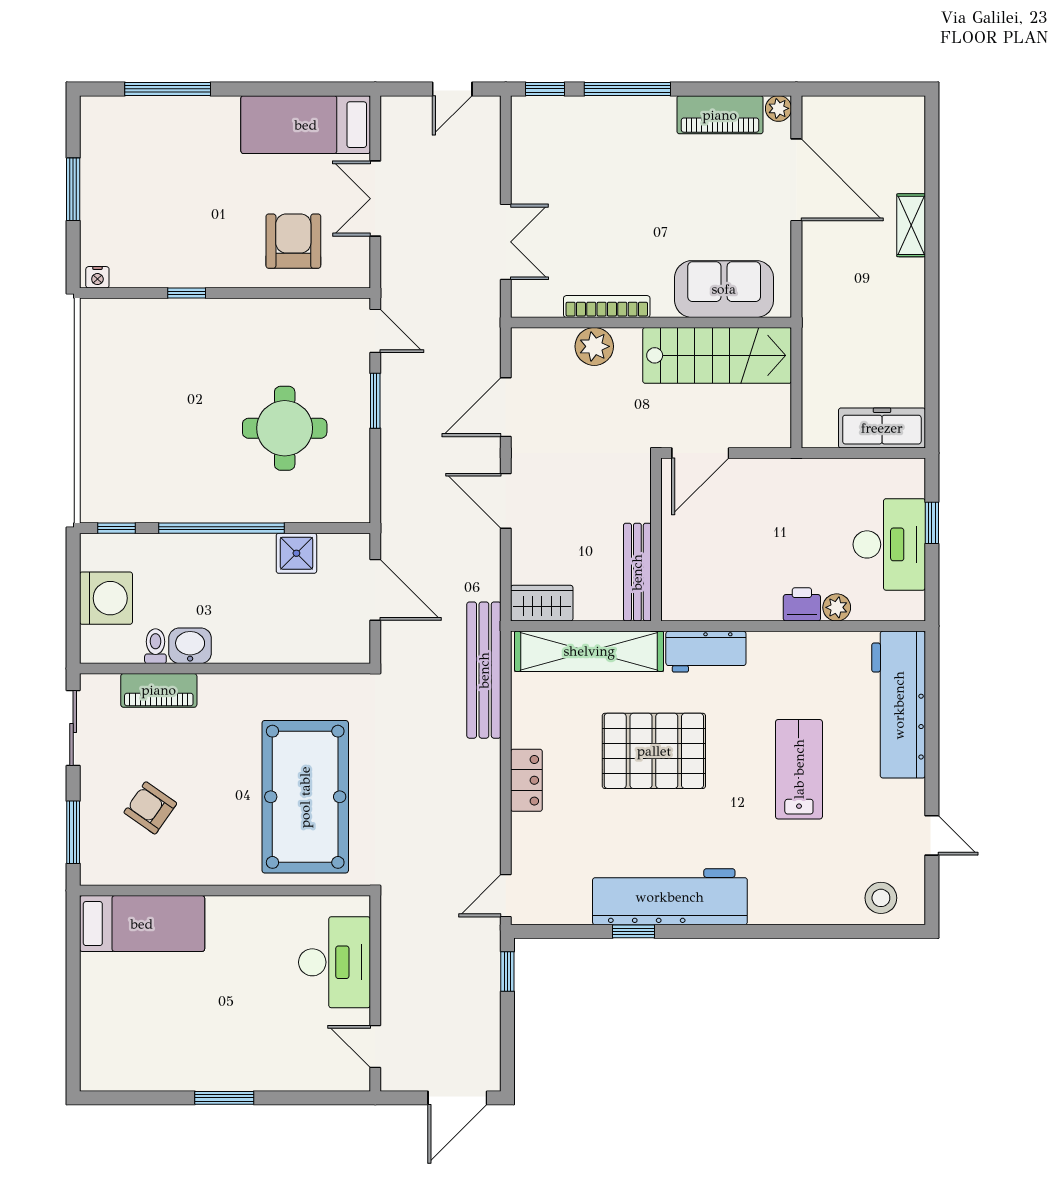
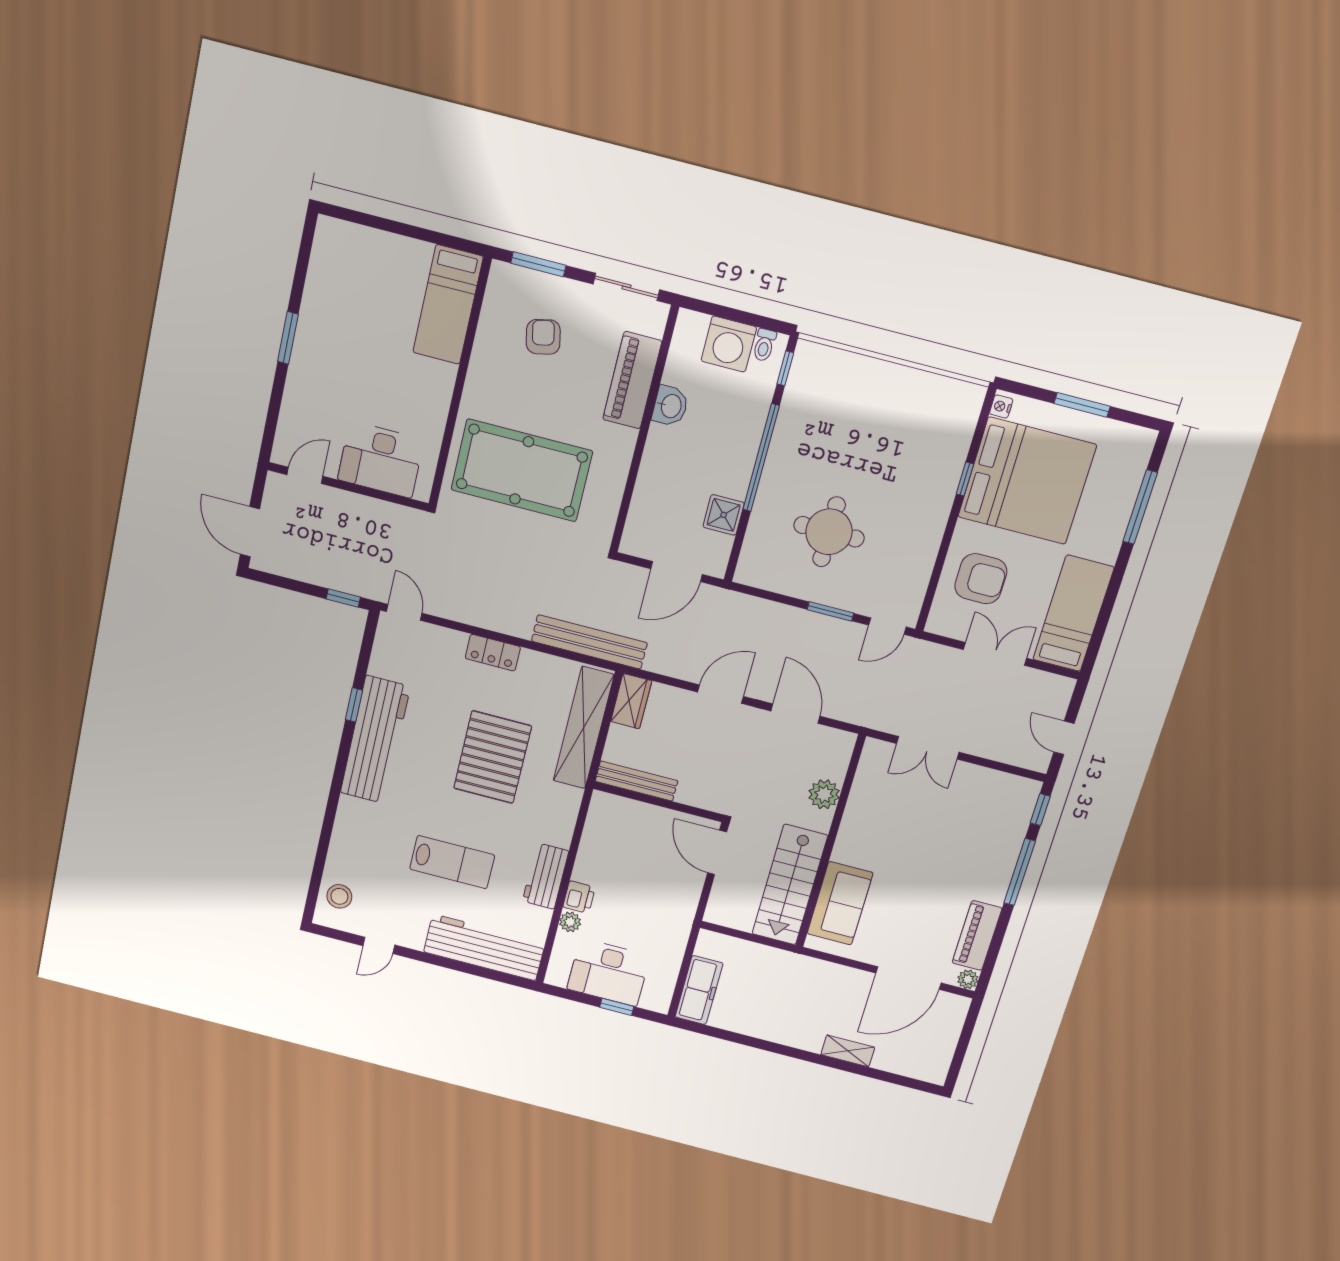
bed: (171, 223) -> (1027, 481), added
bookcase: (607, 307) -> (853, 812), removed
toilet: (155, 646) -> (764, 345), moved, turned 90
workbench: (706, 652) -> (546, 876), moved
piano: (159, 690) -> (632, 380), width x1.37, depth x1.33
armchair: (150, 808) -> (543, 337), turned -47

